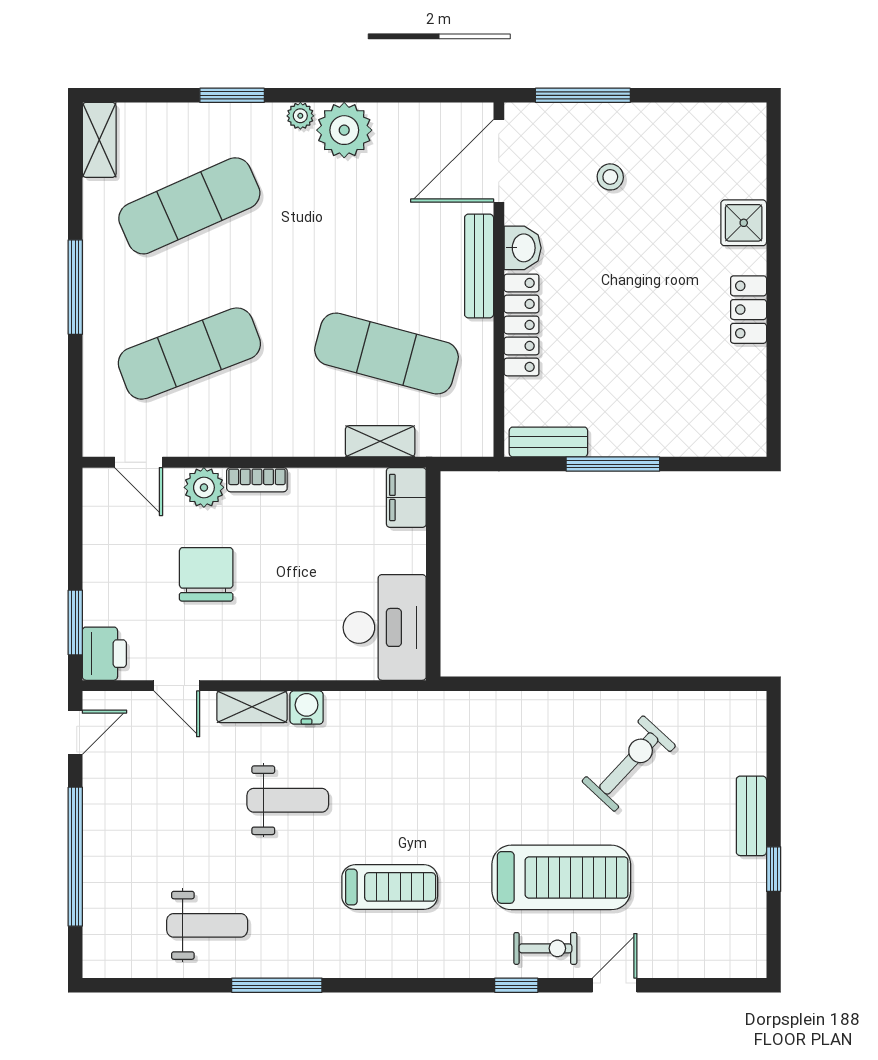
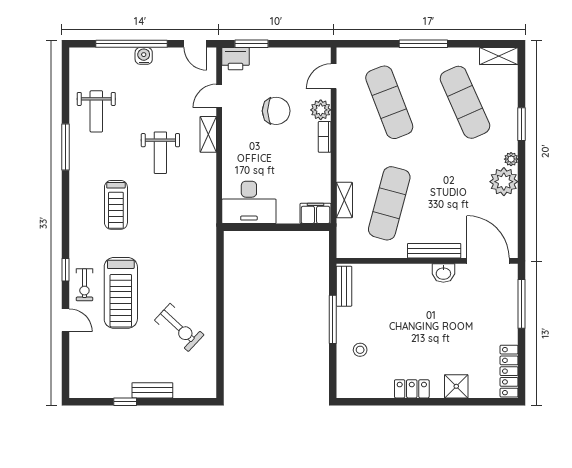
stool: (610, 177) -> (360, 350), moved
locker: (522, 325) -> (509, 371), moved, turned 90
water cooler: (307, 708) -> (144, 56), moved, turned -90

